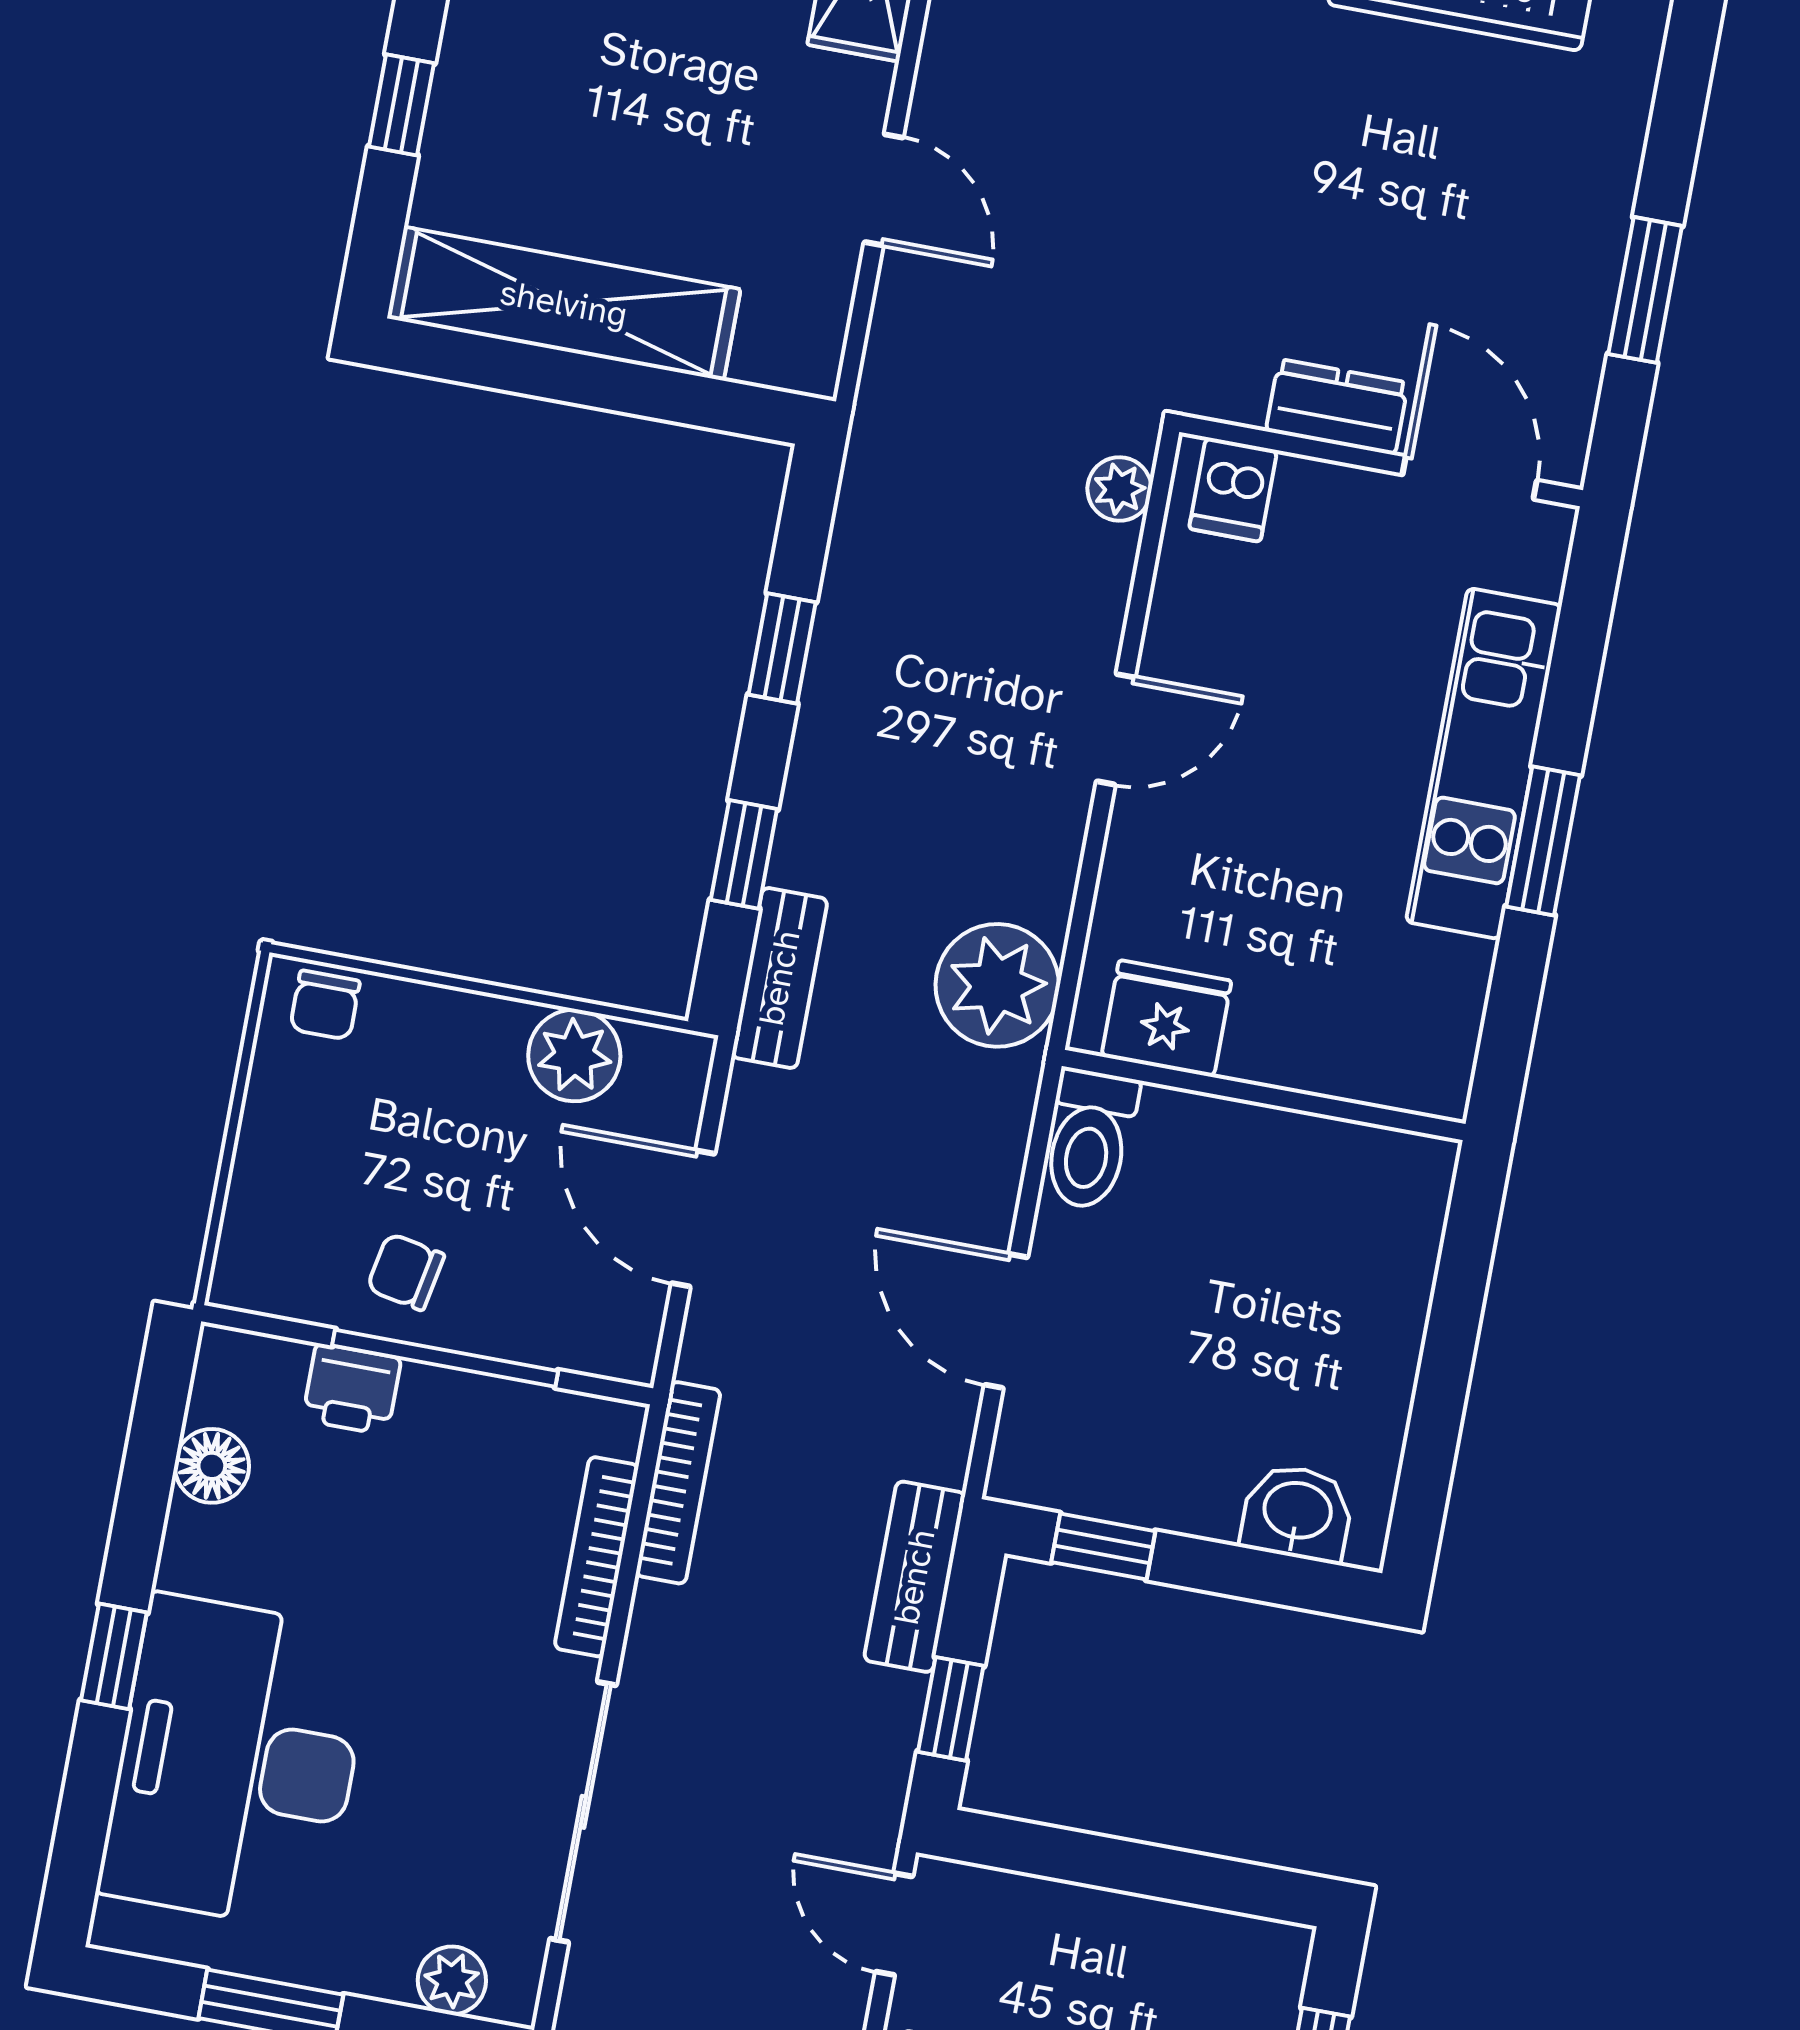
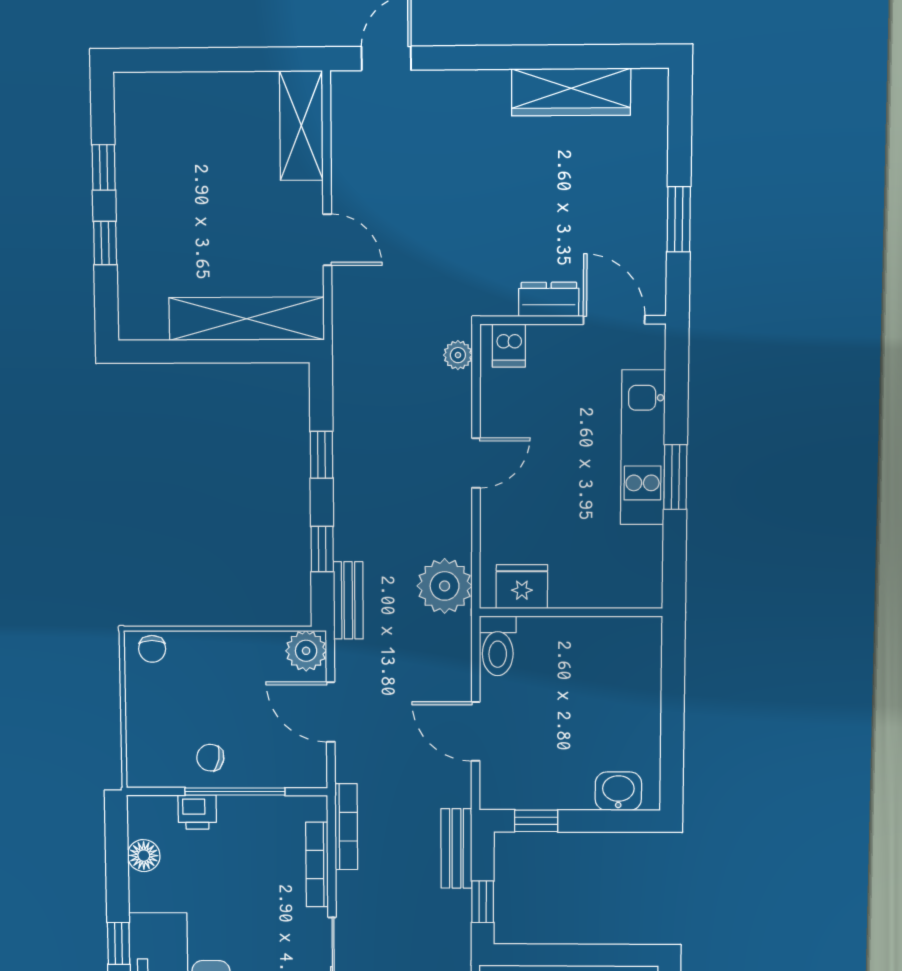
shelving: (564, 304) -> (247, 319), moved
plant: (574, 1055) -> (306, 651), moved

